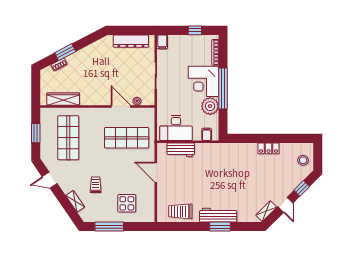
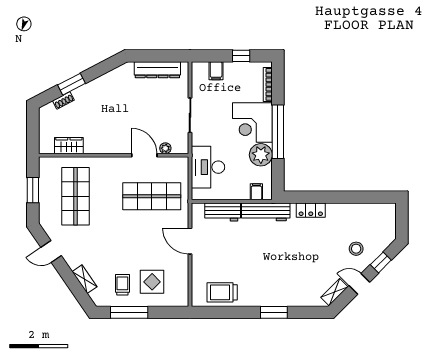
filing cabinet: (162, 42) -> (216, 71), moved
wardrobe: (63, 99) -> (69, 146), width x0.67
desk: (176, 128) -> (208, 167), moved, turned 90
locker: (268, 148) -> (311, 210), moved
stool: (303, 160) -> (356, 249), moved
trolley: (96, 185) -> (122, 285), moved
door: (285, 205) -> (359, 284), swing flipped
workbench: (218, 215) -> (266, 212), moved, turned 180

